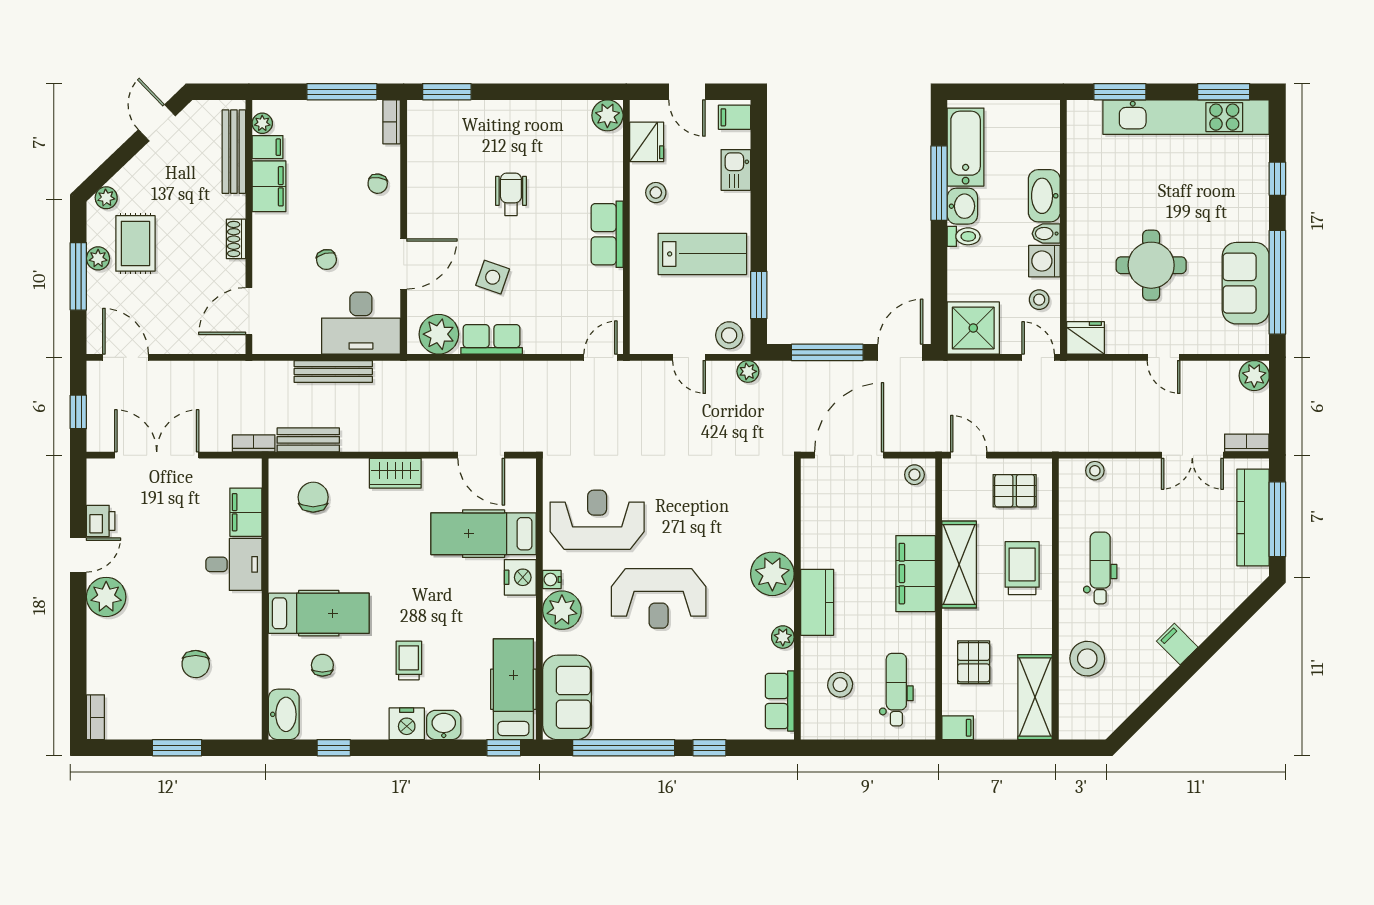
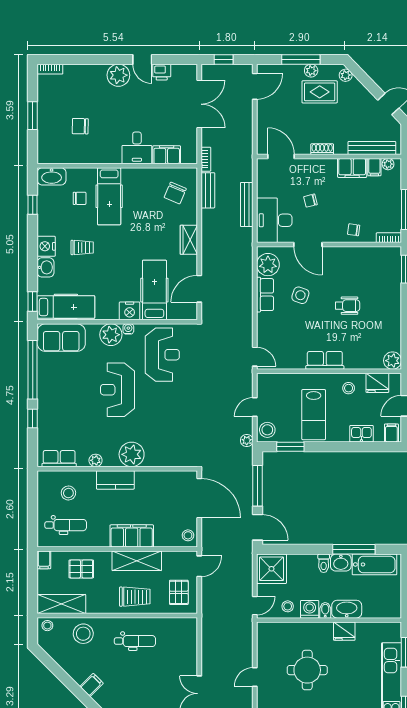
fridge: (1086, 338) -> (344, 631), moved, turned 90
stool: (1095, 471) -> (47, 626), moved
chair: (313, 497) -> (175, 193), turned 113

